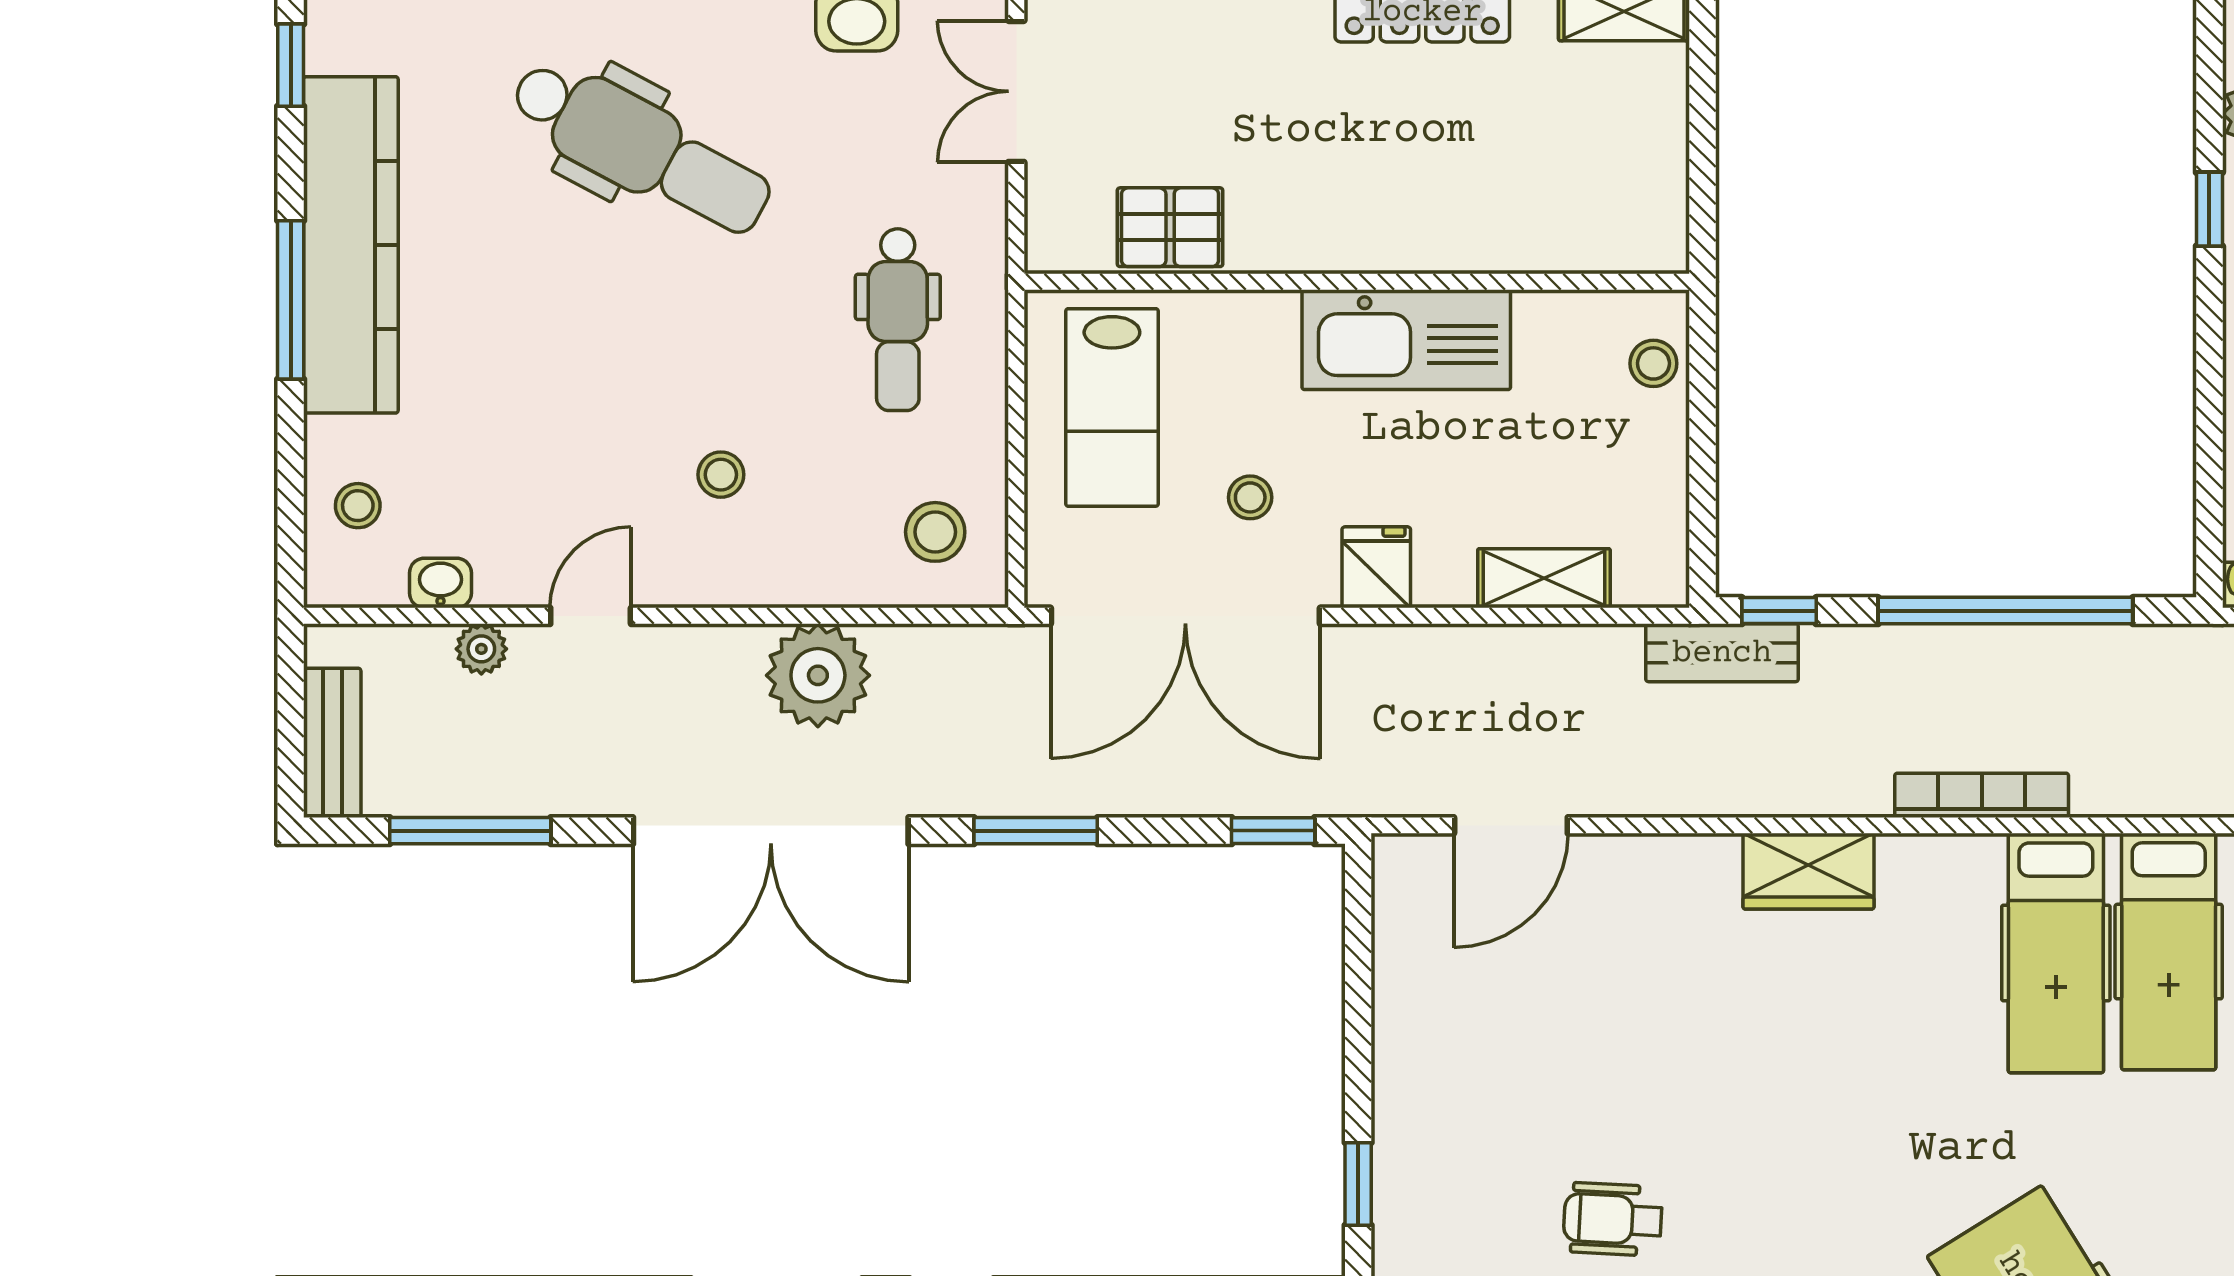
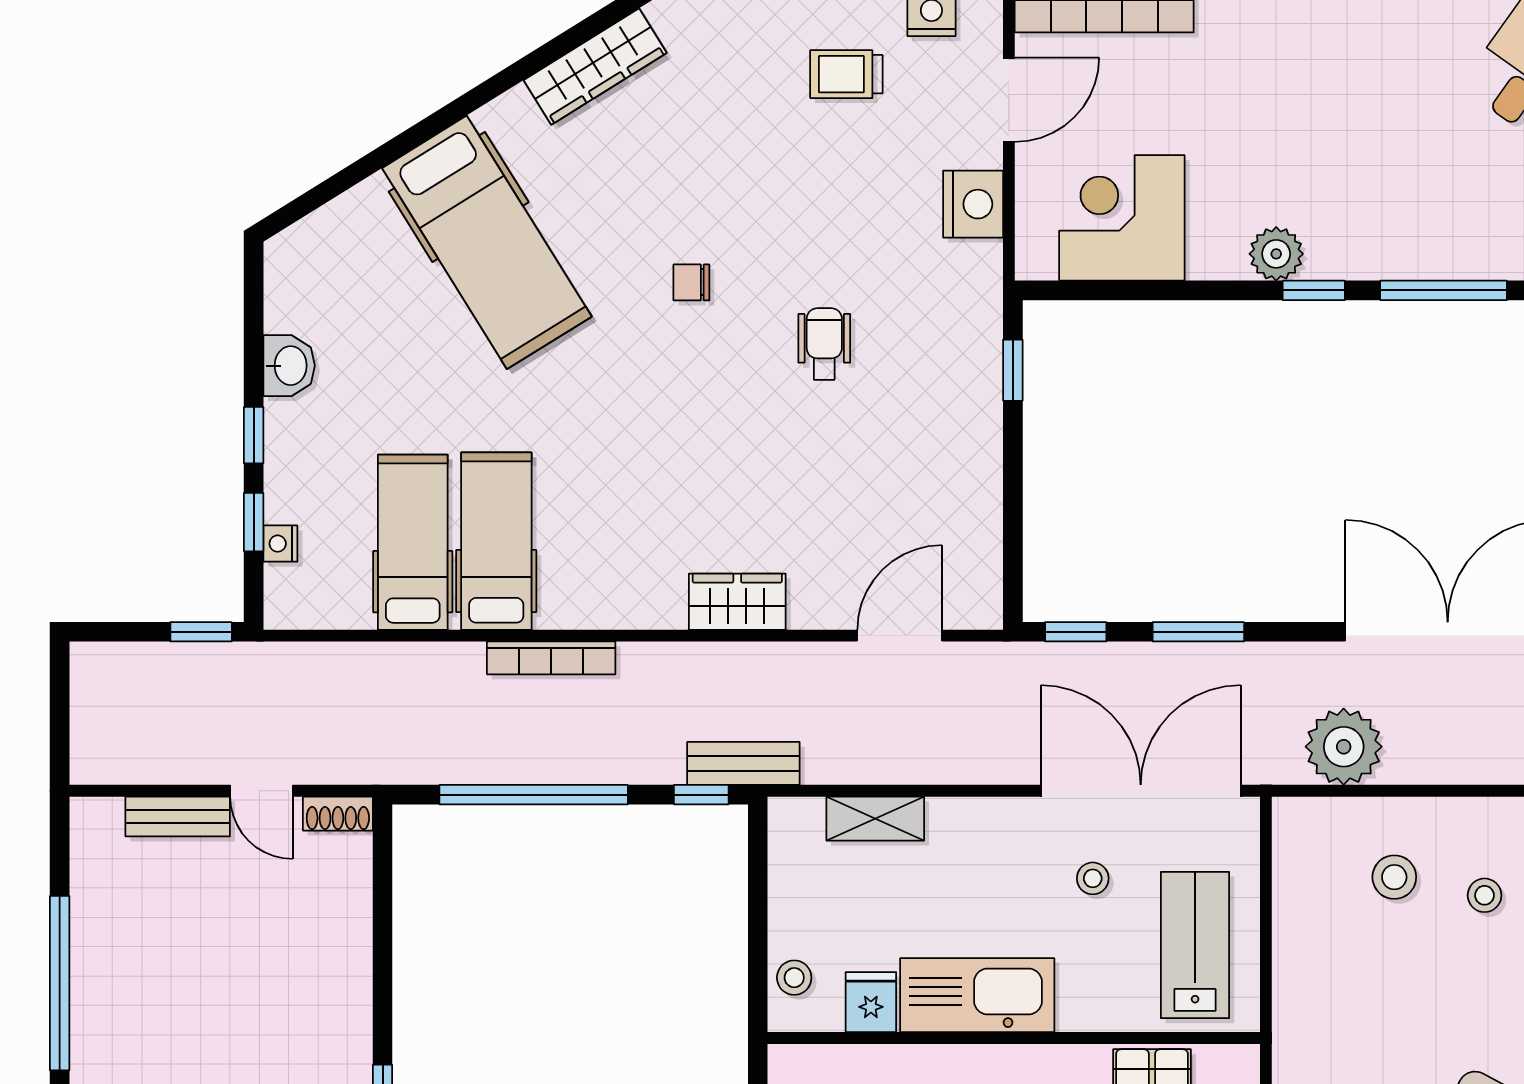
dental chair: (898, 320) -> (1354, 1010), removed
stool: (935, 532) -> (1394, 877), moved
fridge: (1376, 567) -> (871, 1002), moved, turned 180
plant: (818, 675) -> (1344, 747), moved
window: (1036, 831) -> (1198, 632), moved
wardrobe: (1808, 871) -> (737, 602), moved
wheelchair: (1613, 1219) -> (824, 344), turned -93

